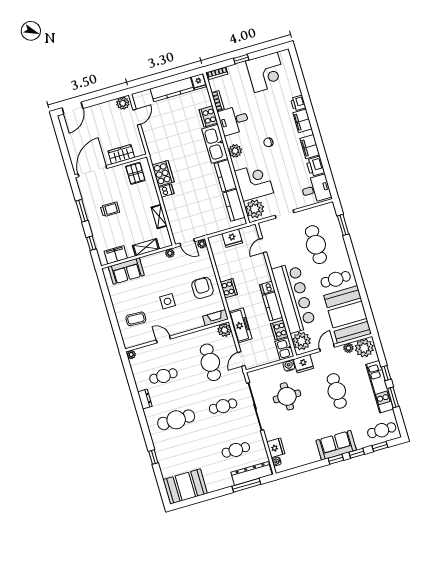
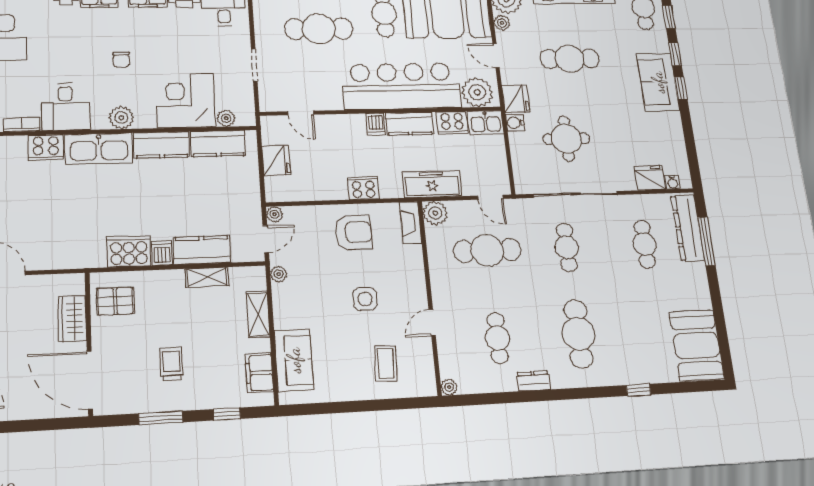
plant: (255, 209) -> (226, 118), width x0.53, depth x0.53
kitchen counter: (173, 211) -> (202, 250), added
armchair: (202, 288) -> (354, 232), turned 180

